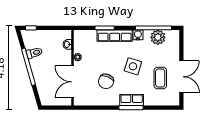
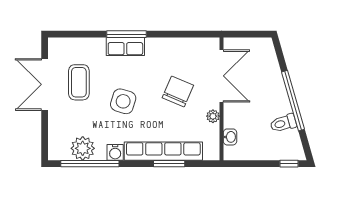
row of seats: (115, 36) -> (163, 151), width x1.36
chair: (106, 81) -> (178, 91), moved

